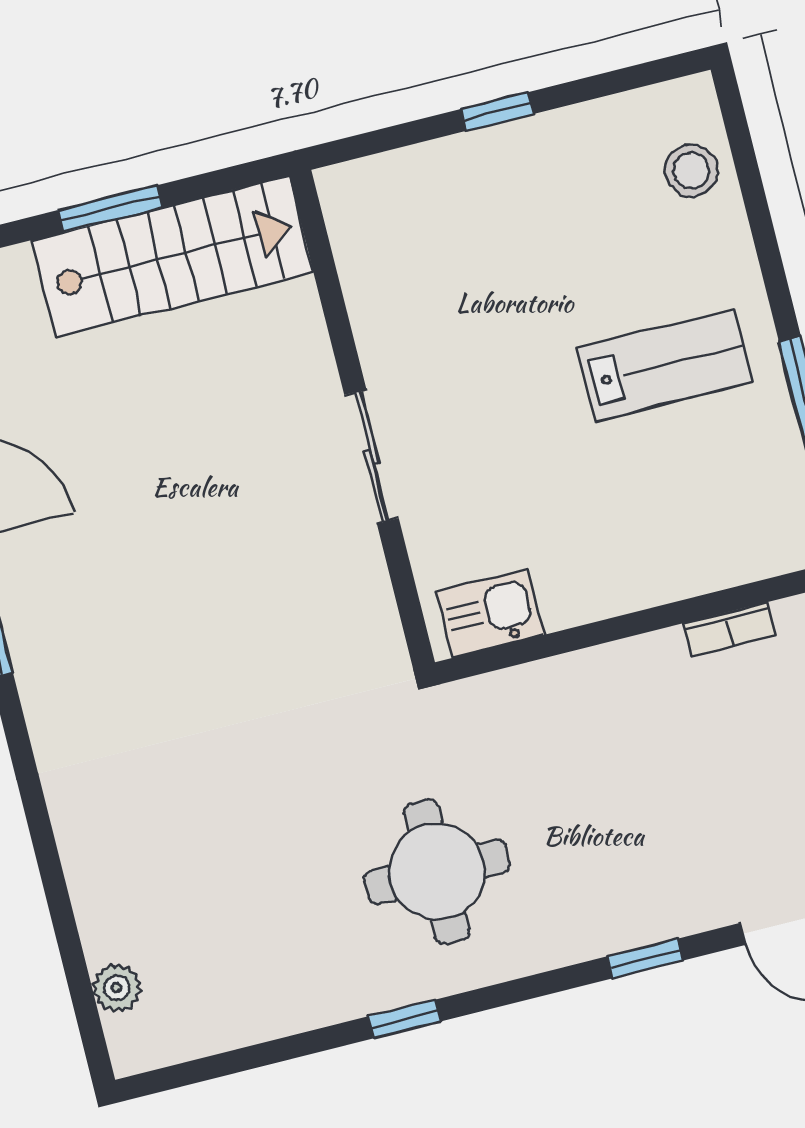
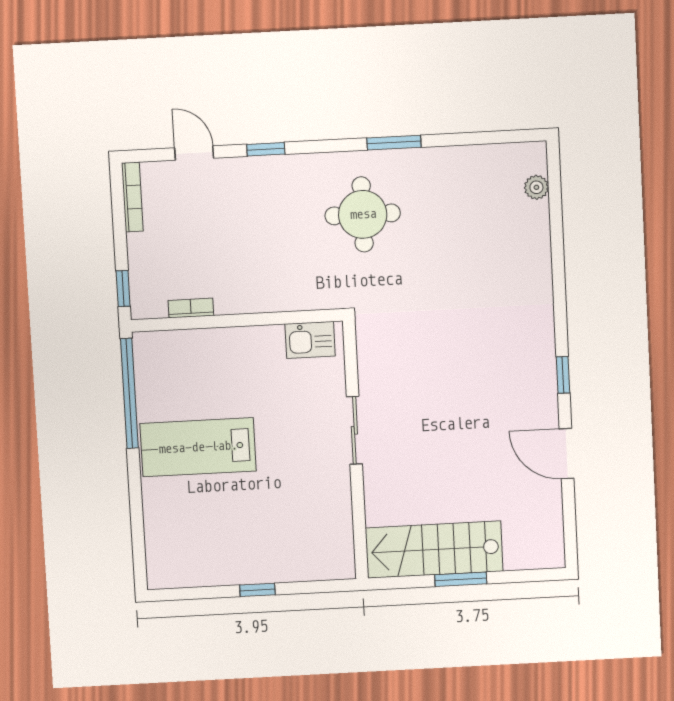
stool: (692, 170) -> (166, 542), removed
lab bench: (665, 365) -> (198, 447), width x1.36, depth x1.39
window: (404, 1019) -> (394, 143), width x1.50

